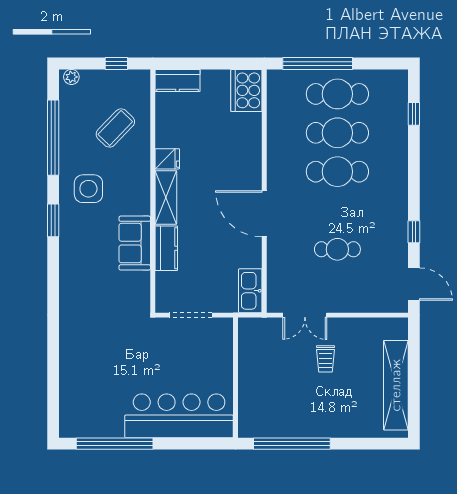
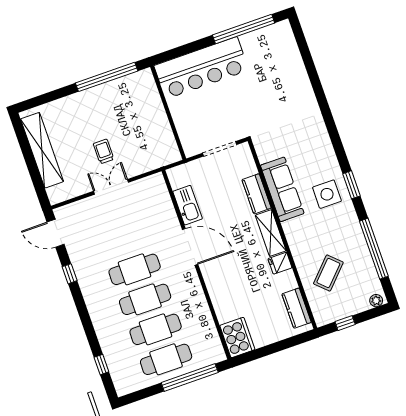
kitchen counter: (177, 80) -> (297, 308), moved, turned -90
side table: (88, 189) -> (327, 194), moved
sofa: (135, 243) -> (282, 189), width x1.36
cafe table: (337, 249) -> (135, 269), moved, width x1.37, depth x1.35
kitchen sink: (250, 291) -> (188, 205), moved
double door: (305, 315) -> (111, 187), moved

